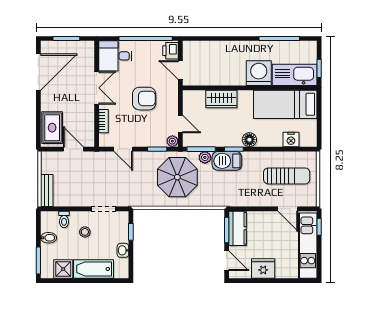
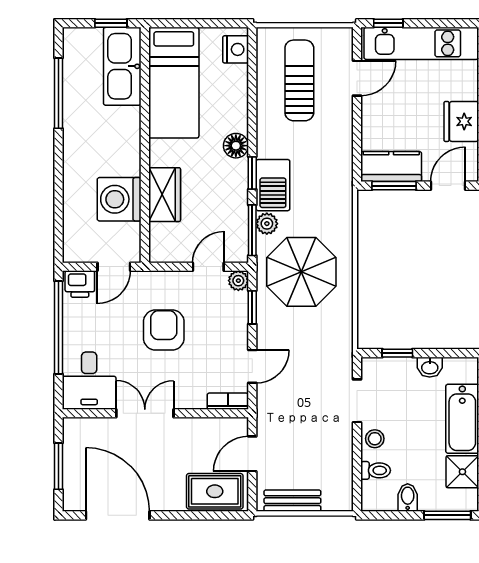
washing machine: (259, 73) -> (119, 199), moved
bookcase: (104, 121) -> (228, 401), moved
nightstand: (291, 140) -> (236, 49), moved
bench: (47, 190) -> (292, 501), moved
stool: (85, 232) -> (375, 439), moved

